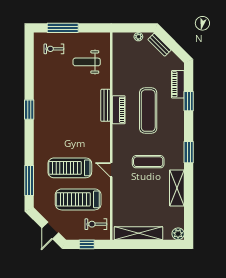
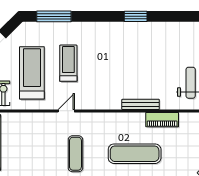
piano: (119, 110) -> (162, 120), moved
treadmill: (70, 168) -> (68, 63), width x0.73, depth x0.73

